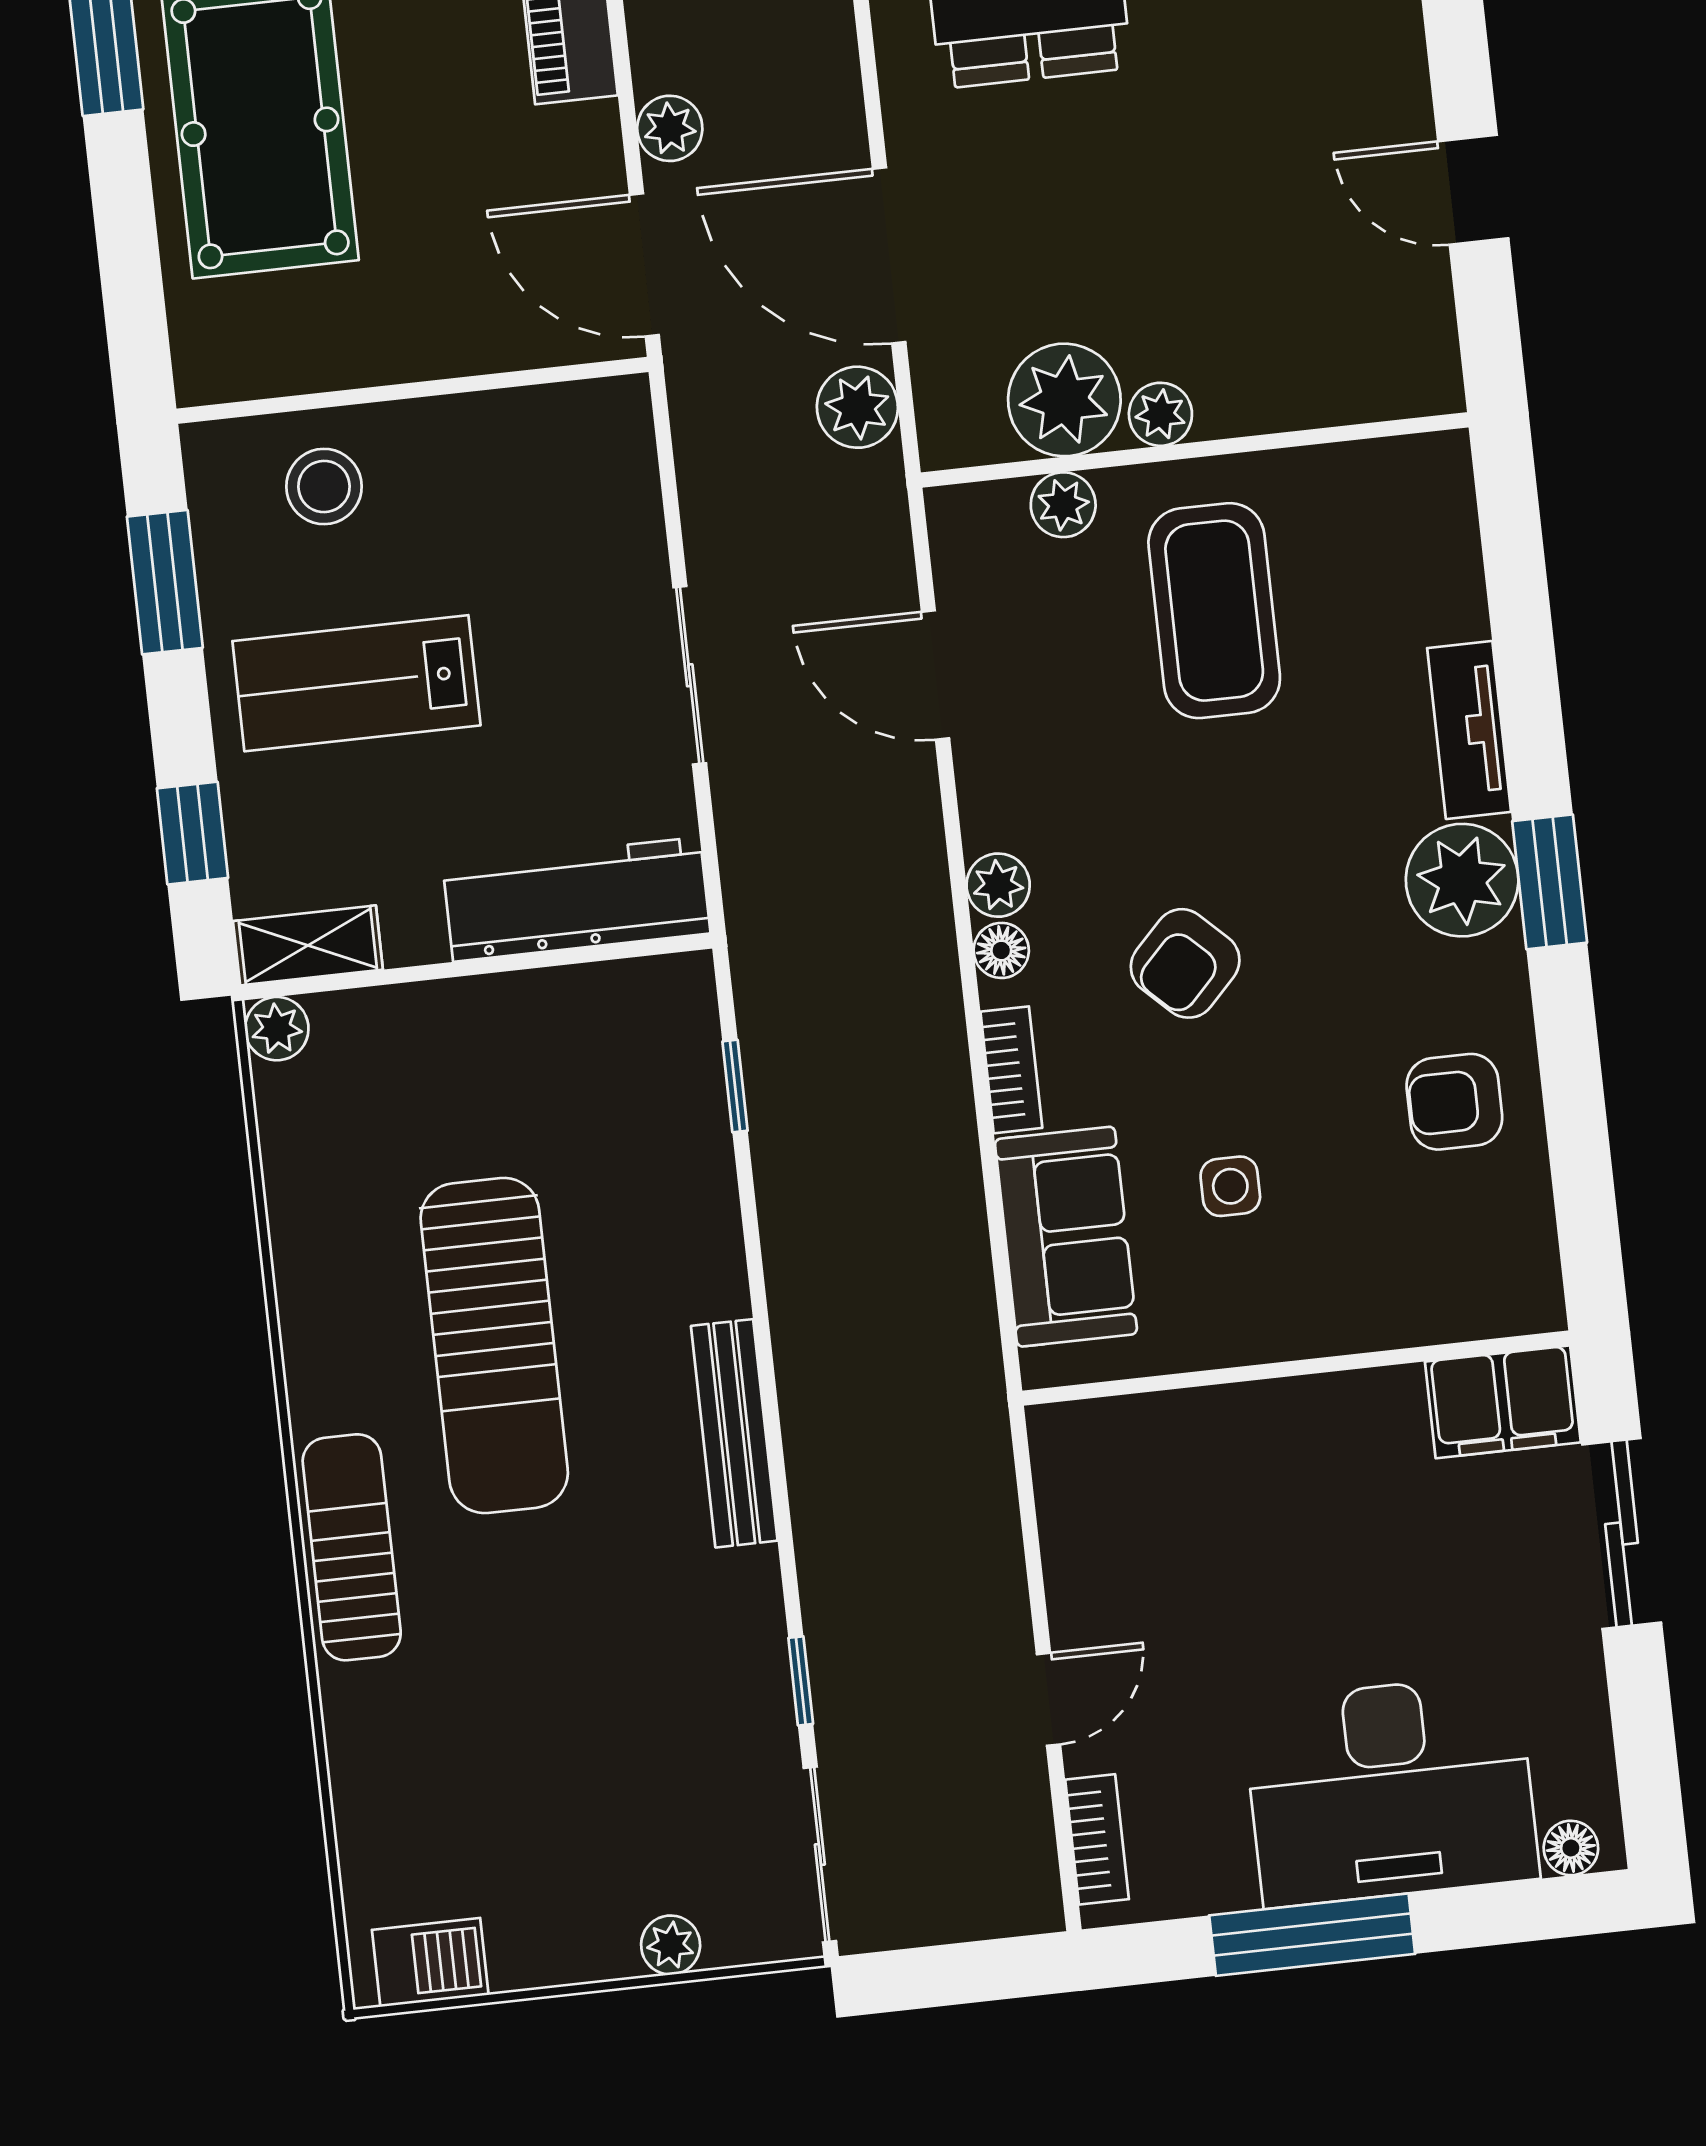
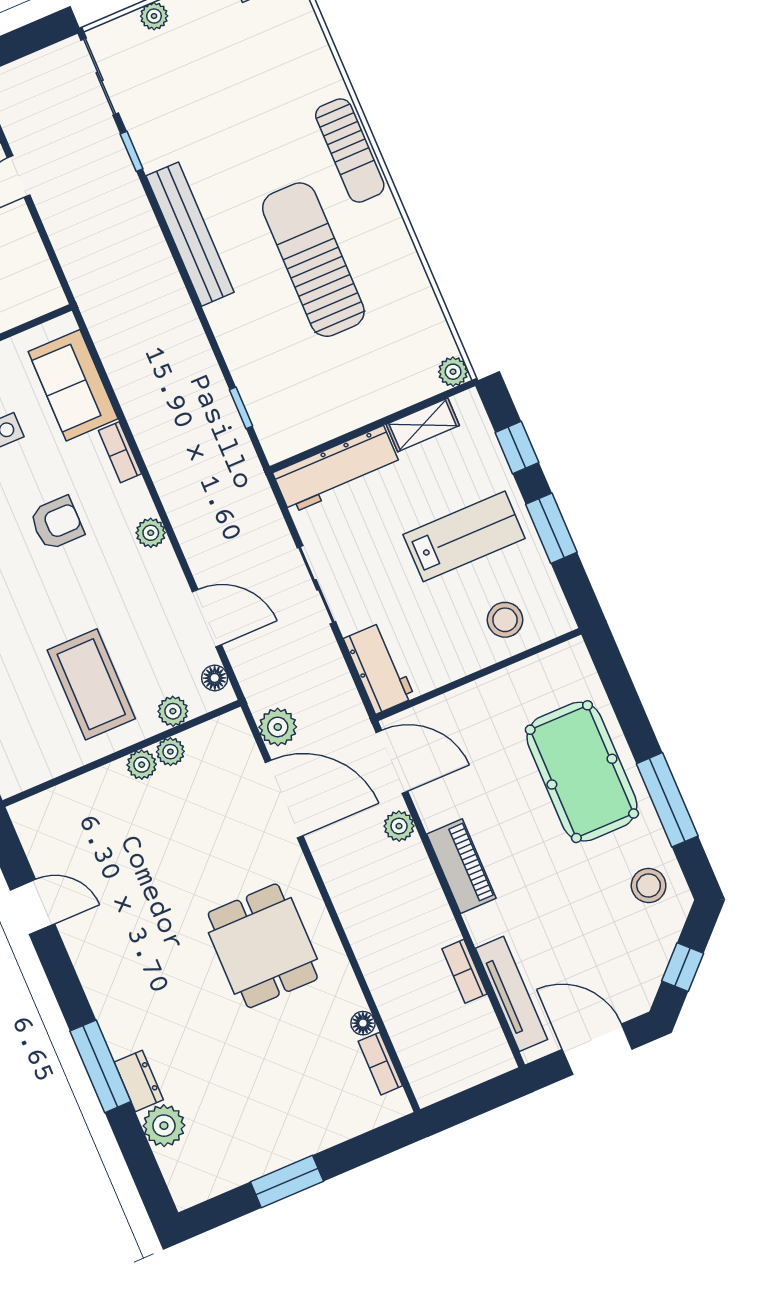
plant: (1064, 400) -> (170, 752), width x0.53, depth x0.53
workbench: (613, 465) -> (379, 668), added
window: (165, 582) -> (551, 528), moved
shelving: (308, 945) -> (423, 425), moved
floor lamp: (1001, 950) -> (215, 678), moved
armchair: (1185, 963) -> (57, 523), turned 46
bench: (734, 1433) -> (190, 234), width x1.37, depth x1.21

